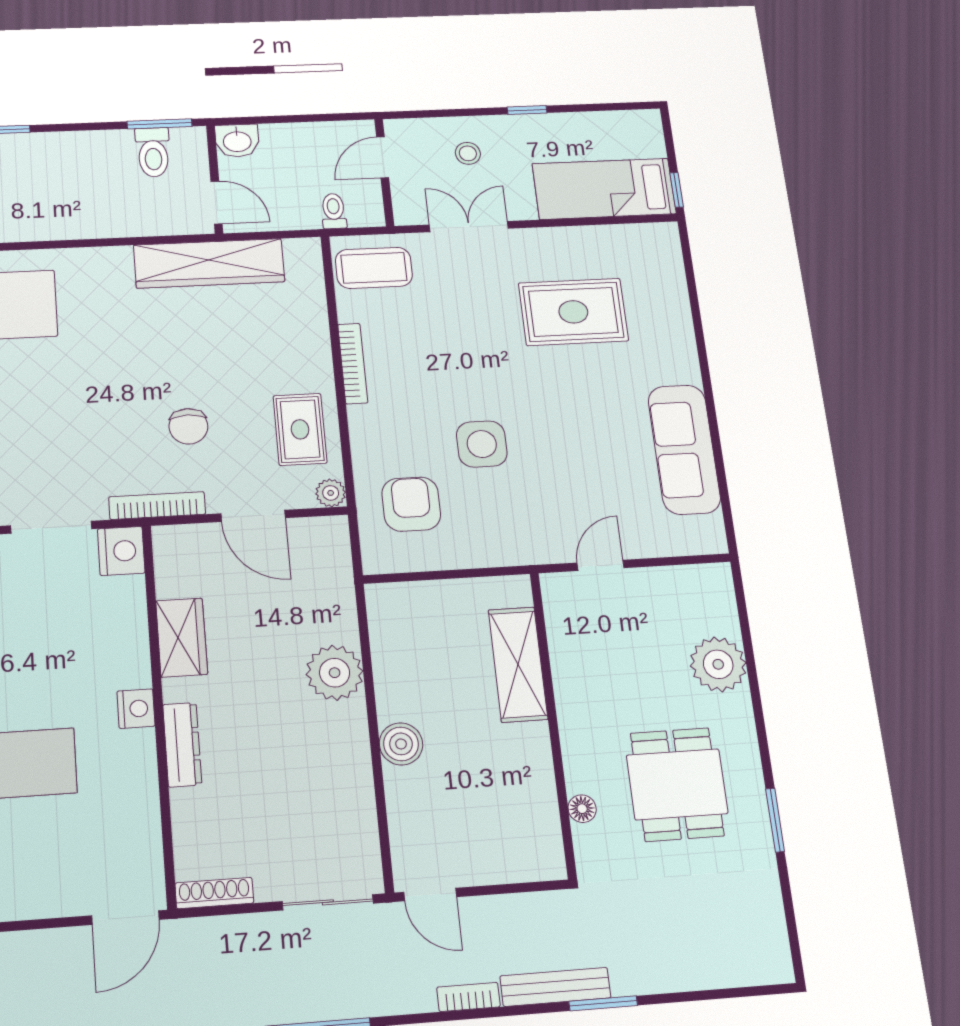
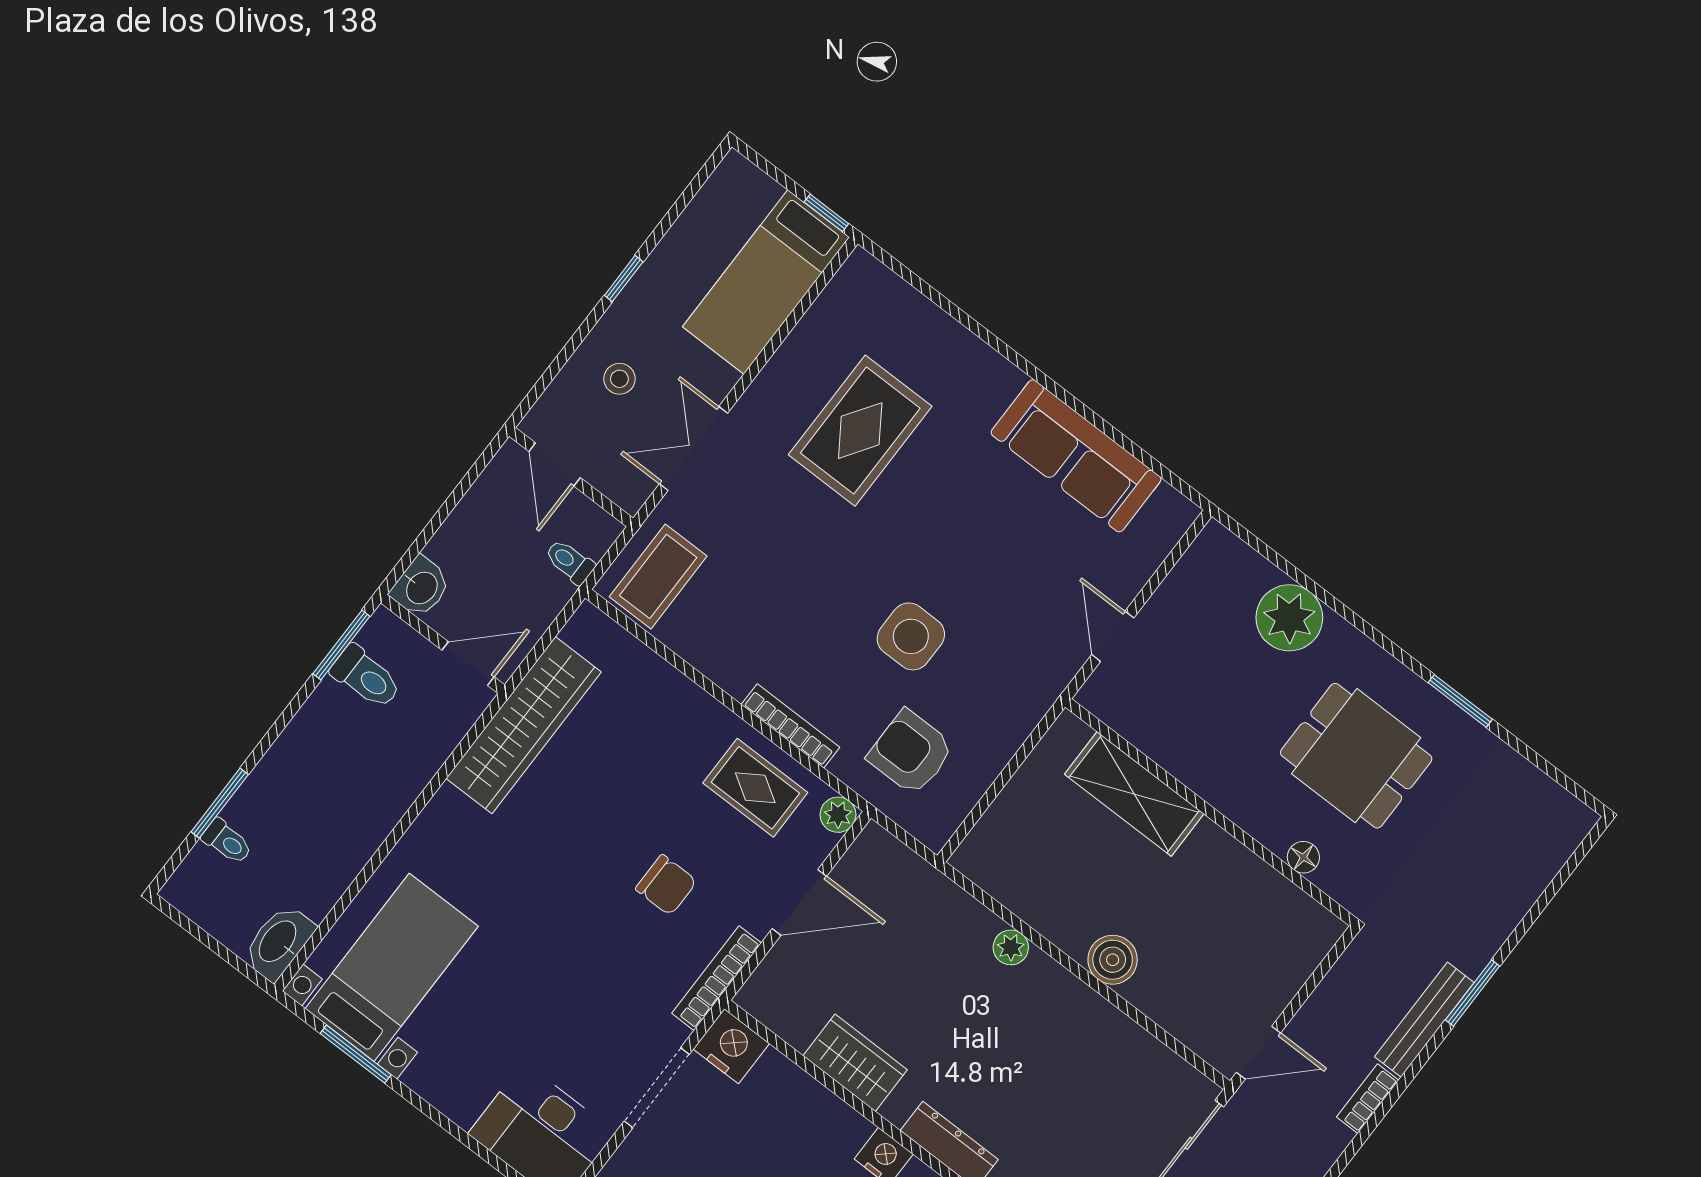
bookcase: (353, 363) -> (790, 726), moved
plant: (335, 673) -> (1011, 947), width x0.53, depth x0.53

